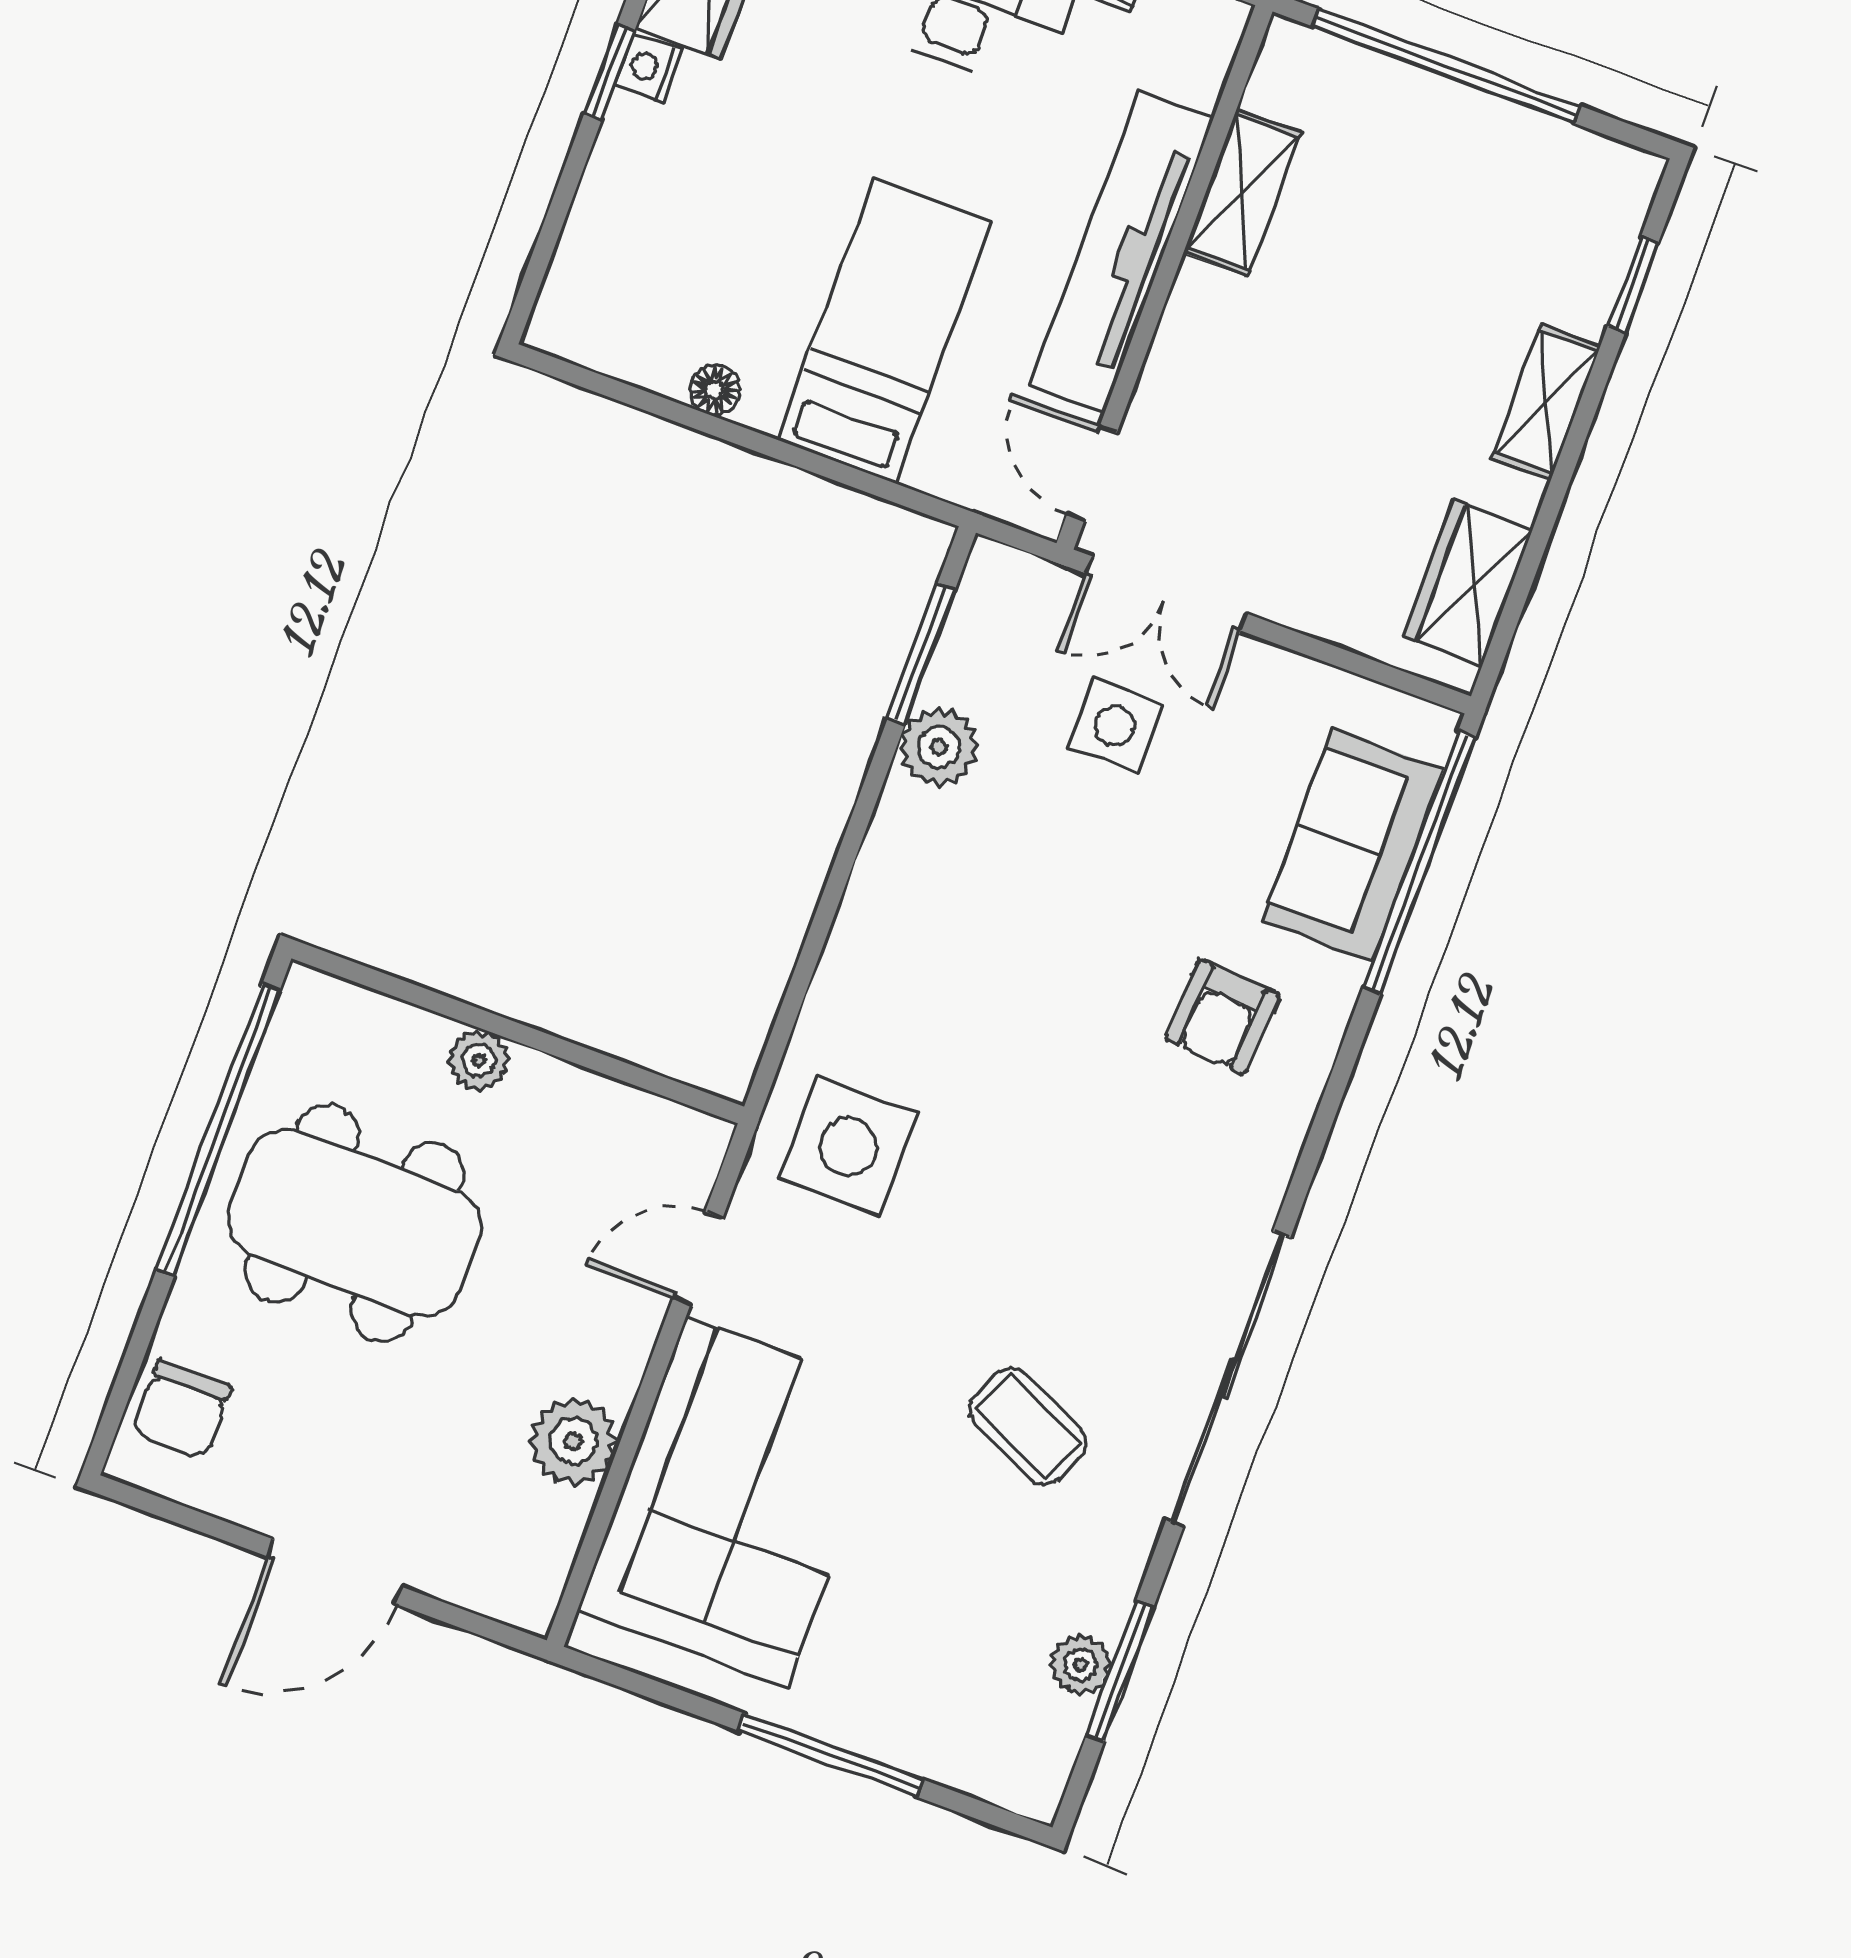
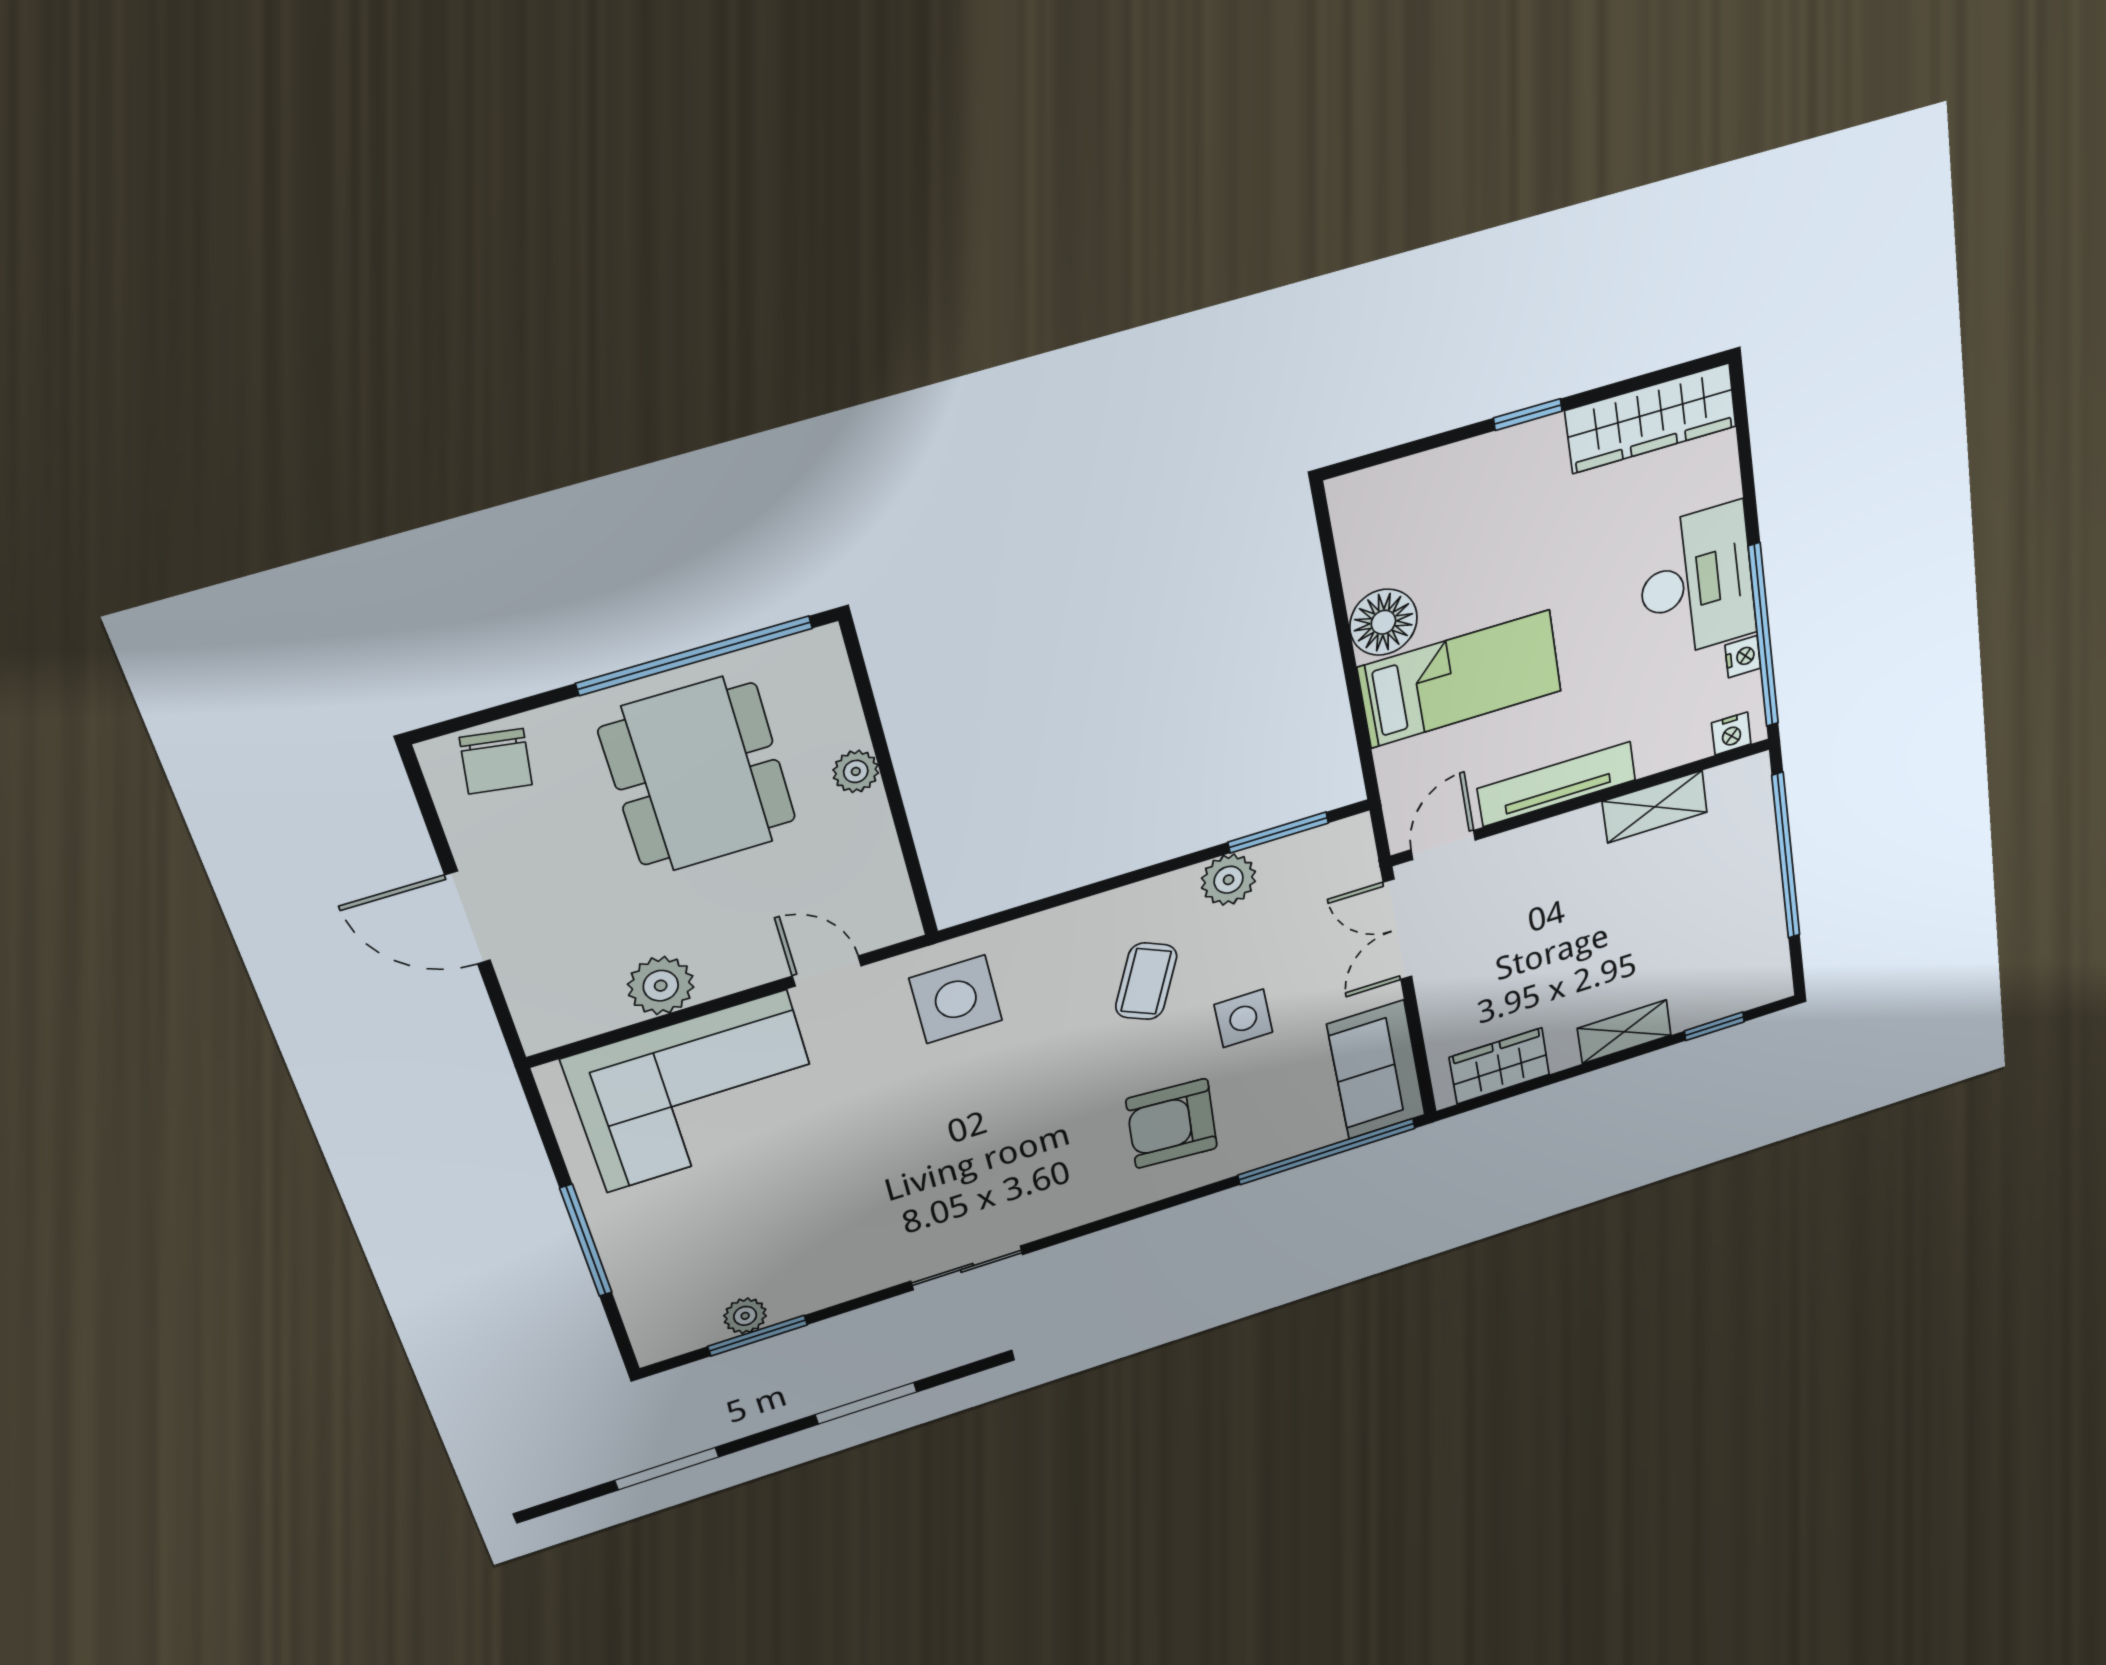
nightstand: (648, 68) -> (1731, 734), moved, turned 180
tv unit: (1121, 252) -> (1557, 784), width x0.73, depth x0.78
floor lamp: (715, 390) -> (1383, 622), width x1.89, depth x1.89
side table: (1115, 726) -> (1243, 1018), moved
sofa: (1353, 845) -> (1376, 1070), moved, turned -90
armchair: (1222, 1017) -> (1172, 1124), width x1.38, depth x1.38
sliding door: (1228, 1379) -> (967, 1268), width x0.54
chair: (182, 1410) -> (496, 761), turned -81
coffee table: (1028, 1426) -> (1146, 981), moved

